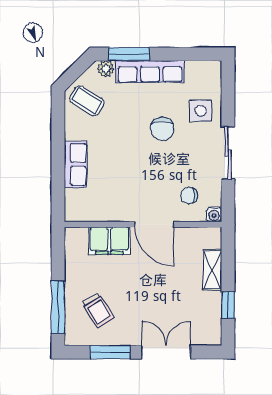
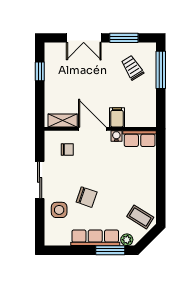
chair: (162, 129) -> (87, 197), turned 109
row of seats: (76, 164) -> (140, 139), moved, turned -90
water cooler: (214, 214) -> (116, 136), moved
filing cabinet: (109, 241) -> (117, 117), width x0.50
shelving: (212, 270) -> (63, 120), moved, turned 90

